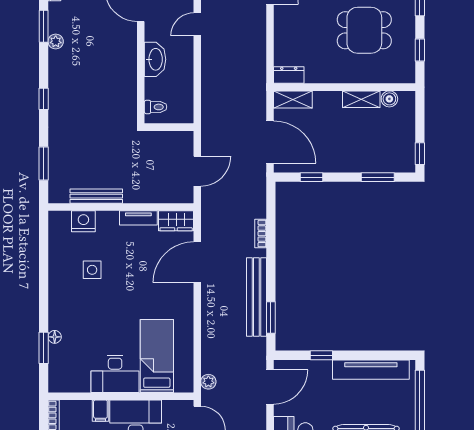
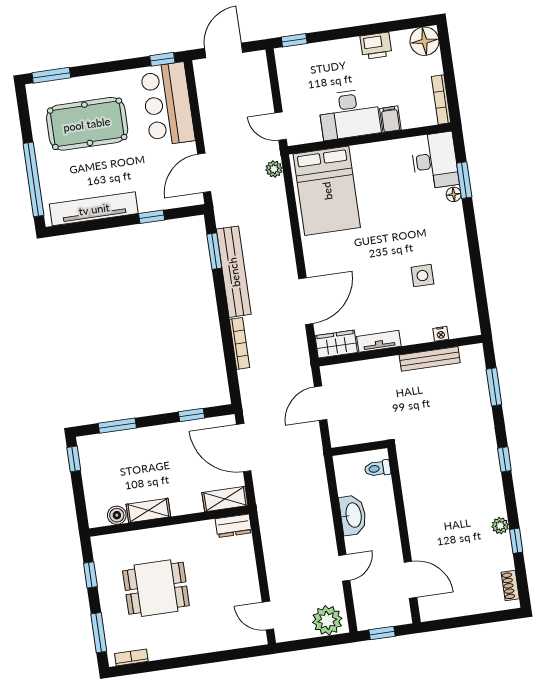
window: (44, 26) -> (516, 541), width x0.67
washbasin: (155, 59) -> (353, 515), moved, turned 180
nightstand: (83, 221) -> (441, 334), width x0.53, depth x0.56
bookcase: (261, 234) -> (239, 343), width x1.56
bed: (157, 356) -> (327, 191), width x1.50
desk: (115, 374) -> (435, 161), moved, turned 90

